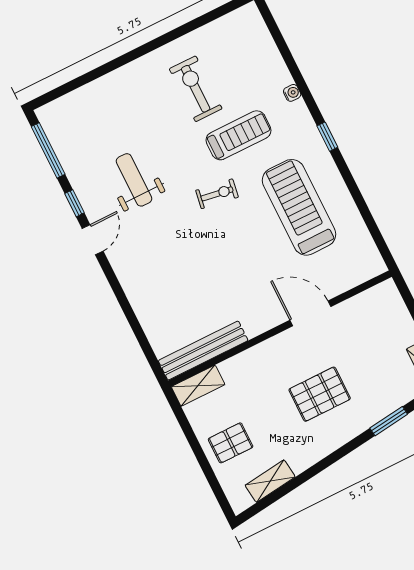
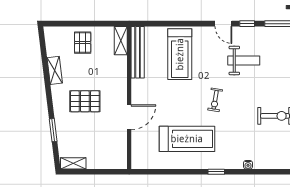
treadmill: (238, 135) -> (180, 54), moved, width x1.37, depth x1.38
pallet: (320, 394) -> (85, 101), turned 90
shelving: (270, 481) -> (55, 70), moved

